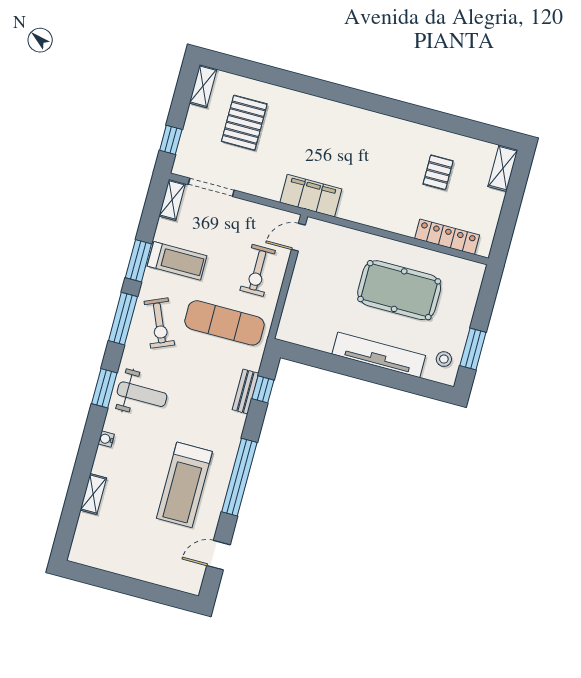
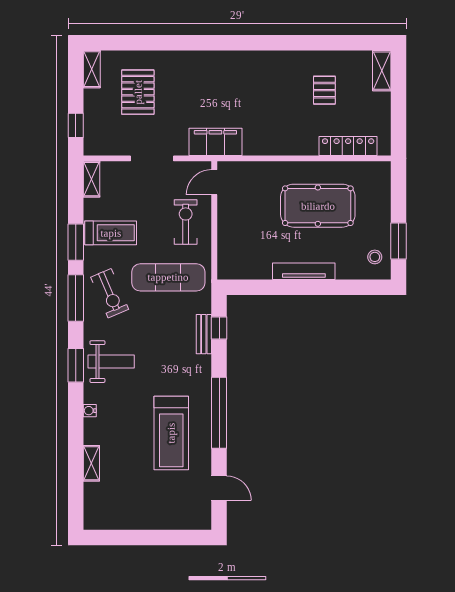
doorway: (211, 187) -> (152, 158), moved
exercise bike: (258, 270) -> (186, 222), turned 180
tv unit: (379, 355) -> (304, 271), width x0.73, depth x0.78
door: (218, 555) -> (219, 488), swing flipped

